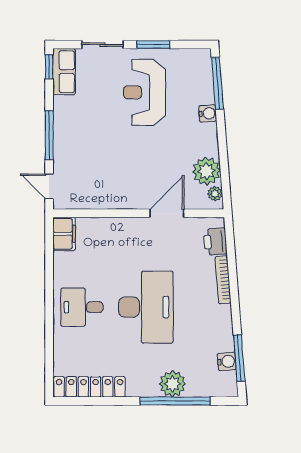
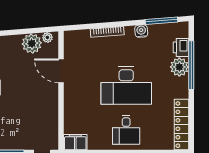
printer: (215, 242) -> (181, 47), moved, turned 95
desk: (146, 307) -> (126, 85), turned 180
water cooler: (227, 362) -> (141, 31), moved

